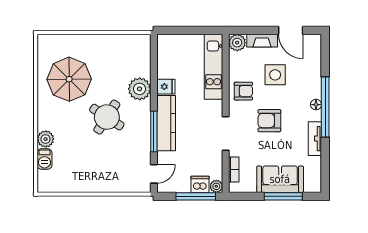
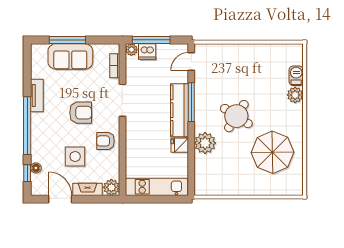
window: (325, 57) -> (27, 173), added
kitchen unit: (213, 67) -> (157, 187), moved, turned -90
floor lamp: (316, 105) -> (36, 168), moved

